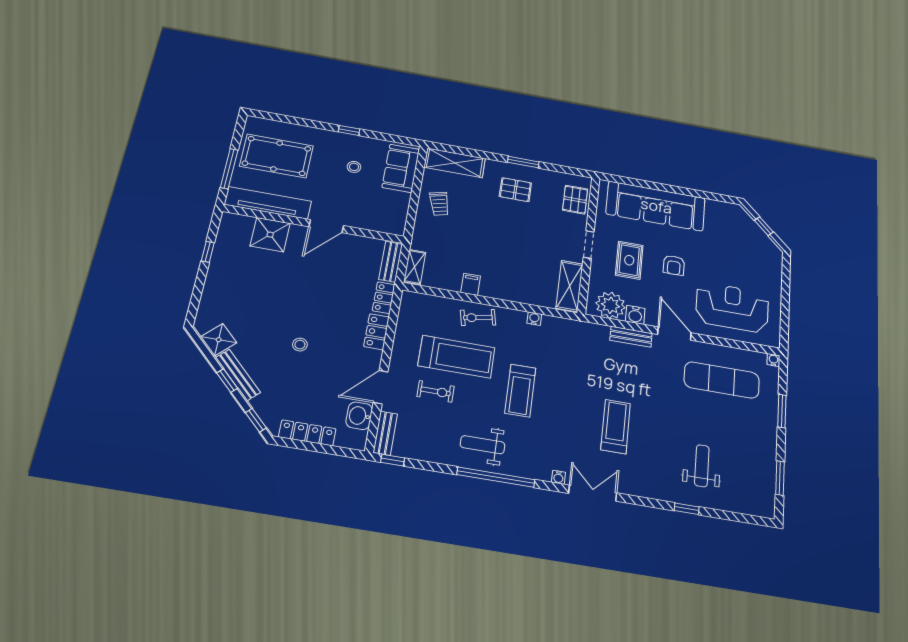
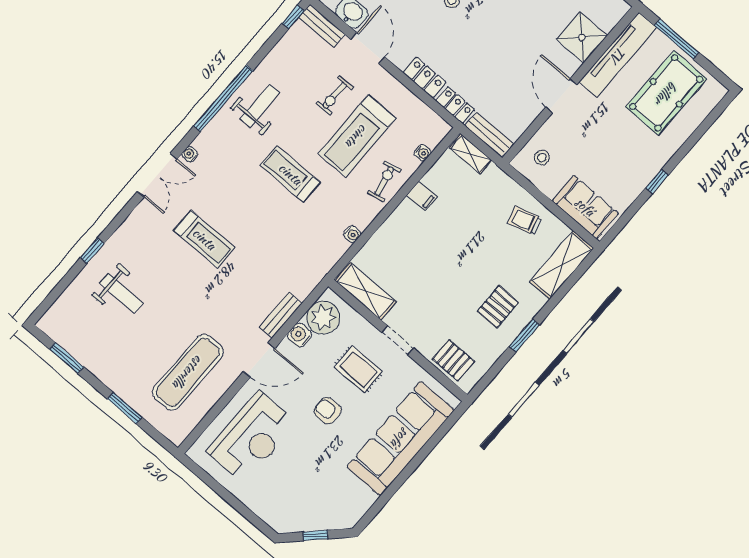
stool: (354, 167) -> (542, 158), moved
water cooler: (773, 360) -> (423, 153), moved

